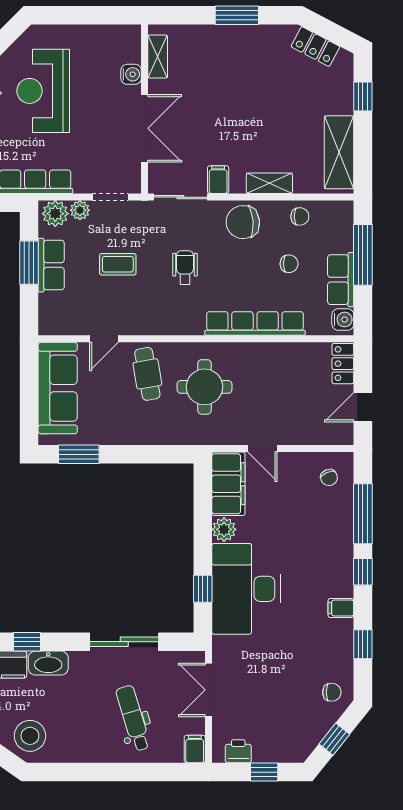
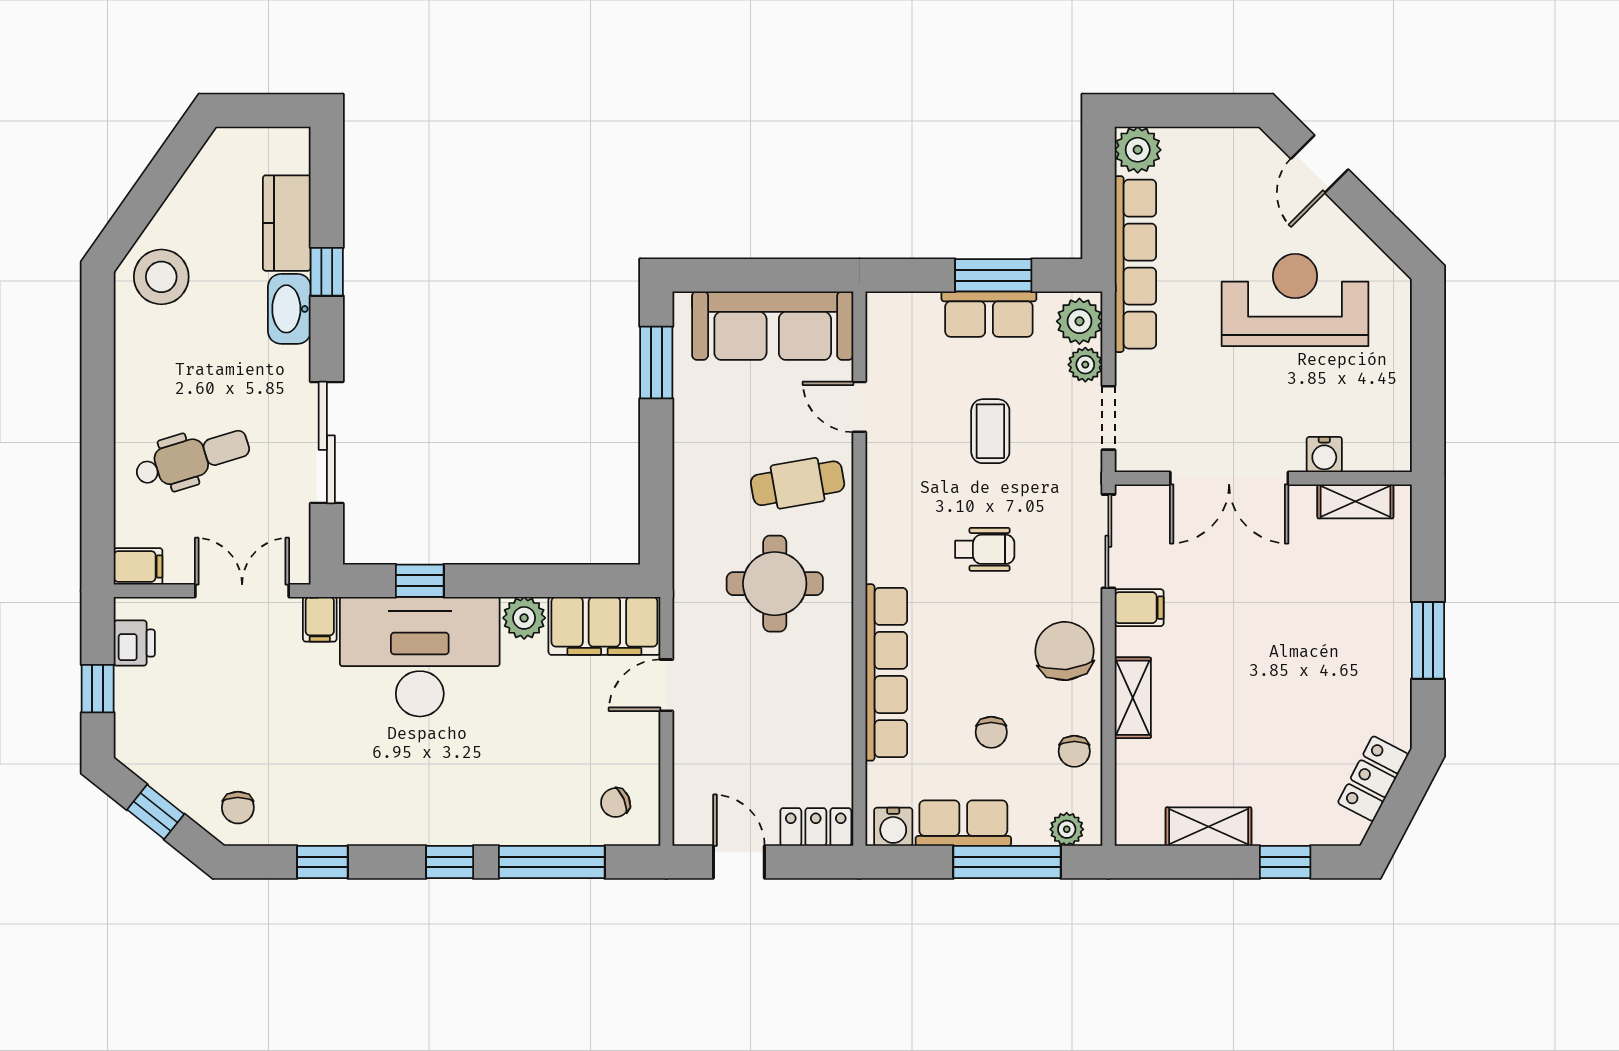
shelving: (339, 152) -> (1209, 827), width x0.67, depth x0.75
plant: (344, 221) -> (1067, 829), added
filing cabinet: (341, 608) -> (320, 619), moved, turned 180

